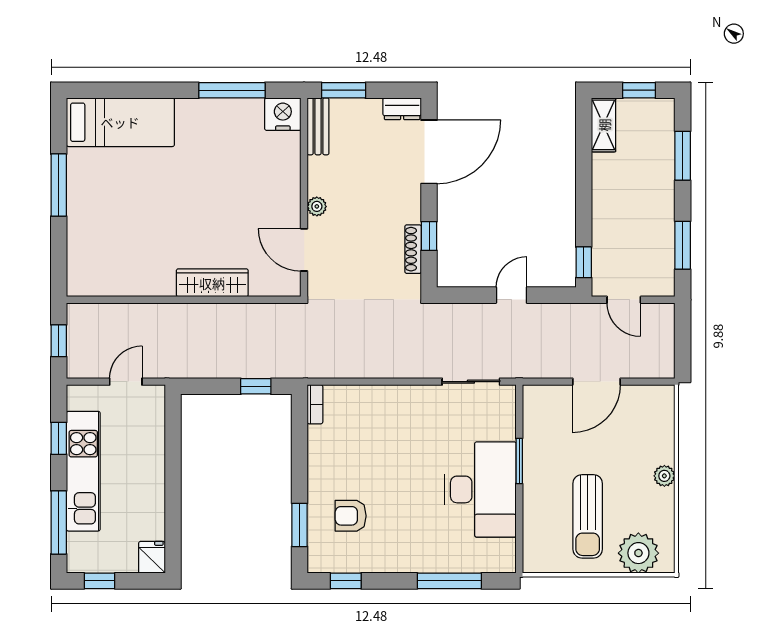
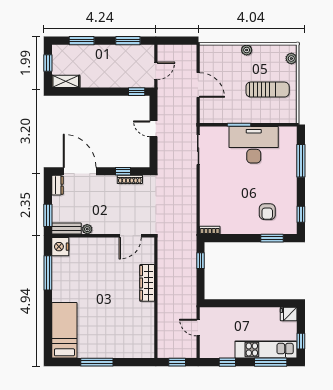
plant: (317, 206) -> (87, 229), moved
kitchen unit: (83, 471) -> (266, 349), moved
plant: (638, 553) -> (291, 59), width x0.53, depth x0.53

